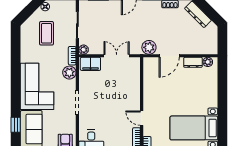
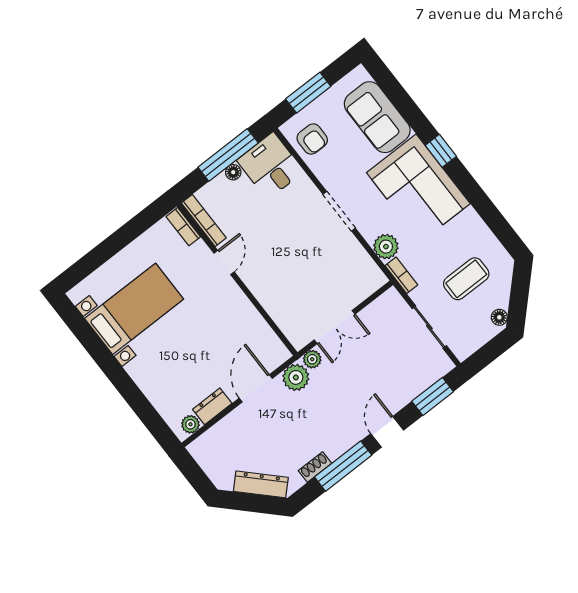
coffee table: (46, 33) -> (466, 279), turned 90
plant: (84, 50) -> (312, 359), moved
filing cabinet: (90, 64) -> (364, 284), removed
door: (142, 118) -> (224, 263), hinge flipped
window: (16, 125) -> (441, 151), moved

